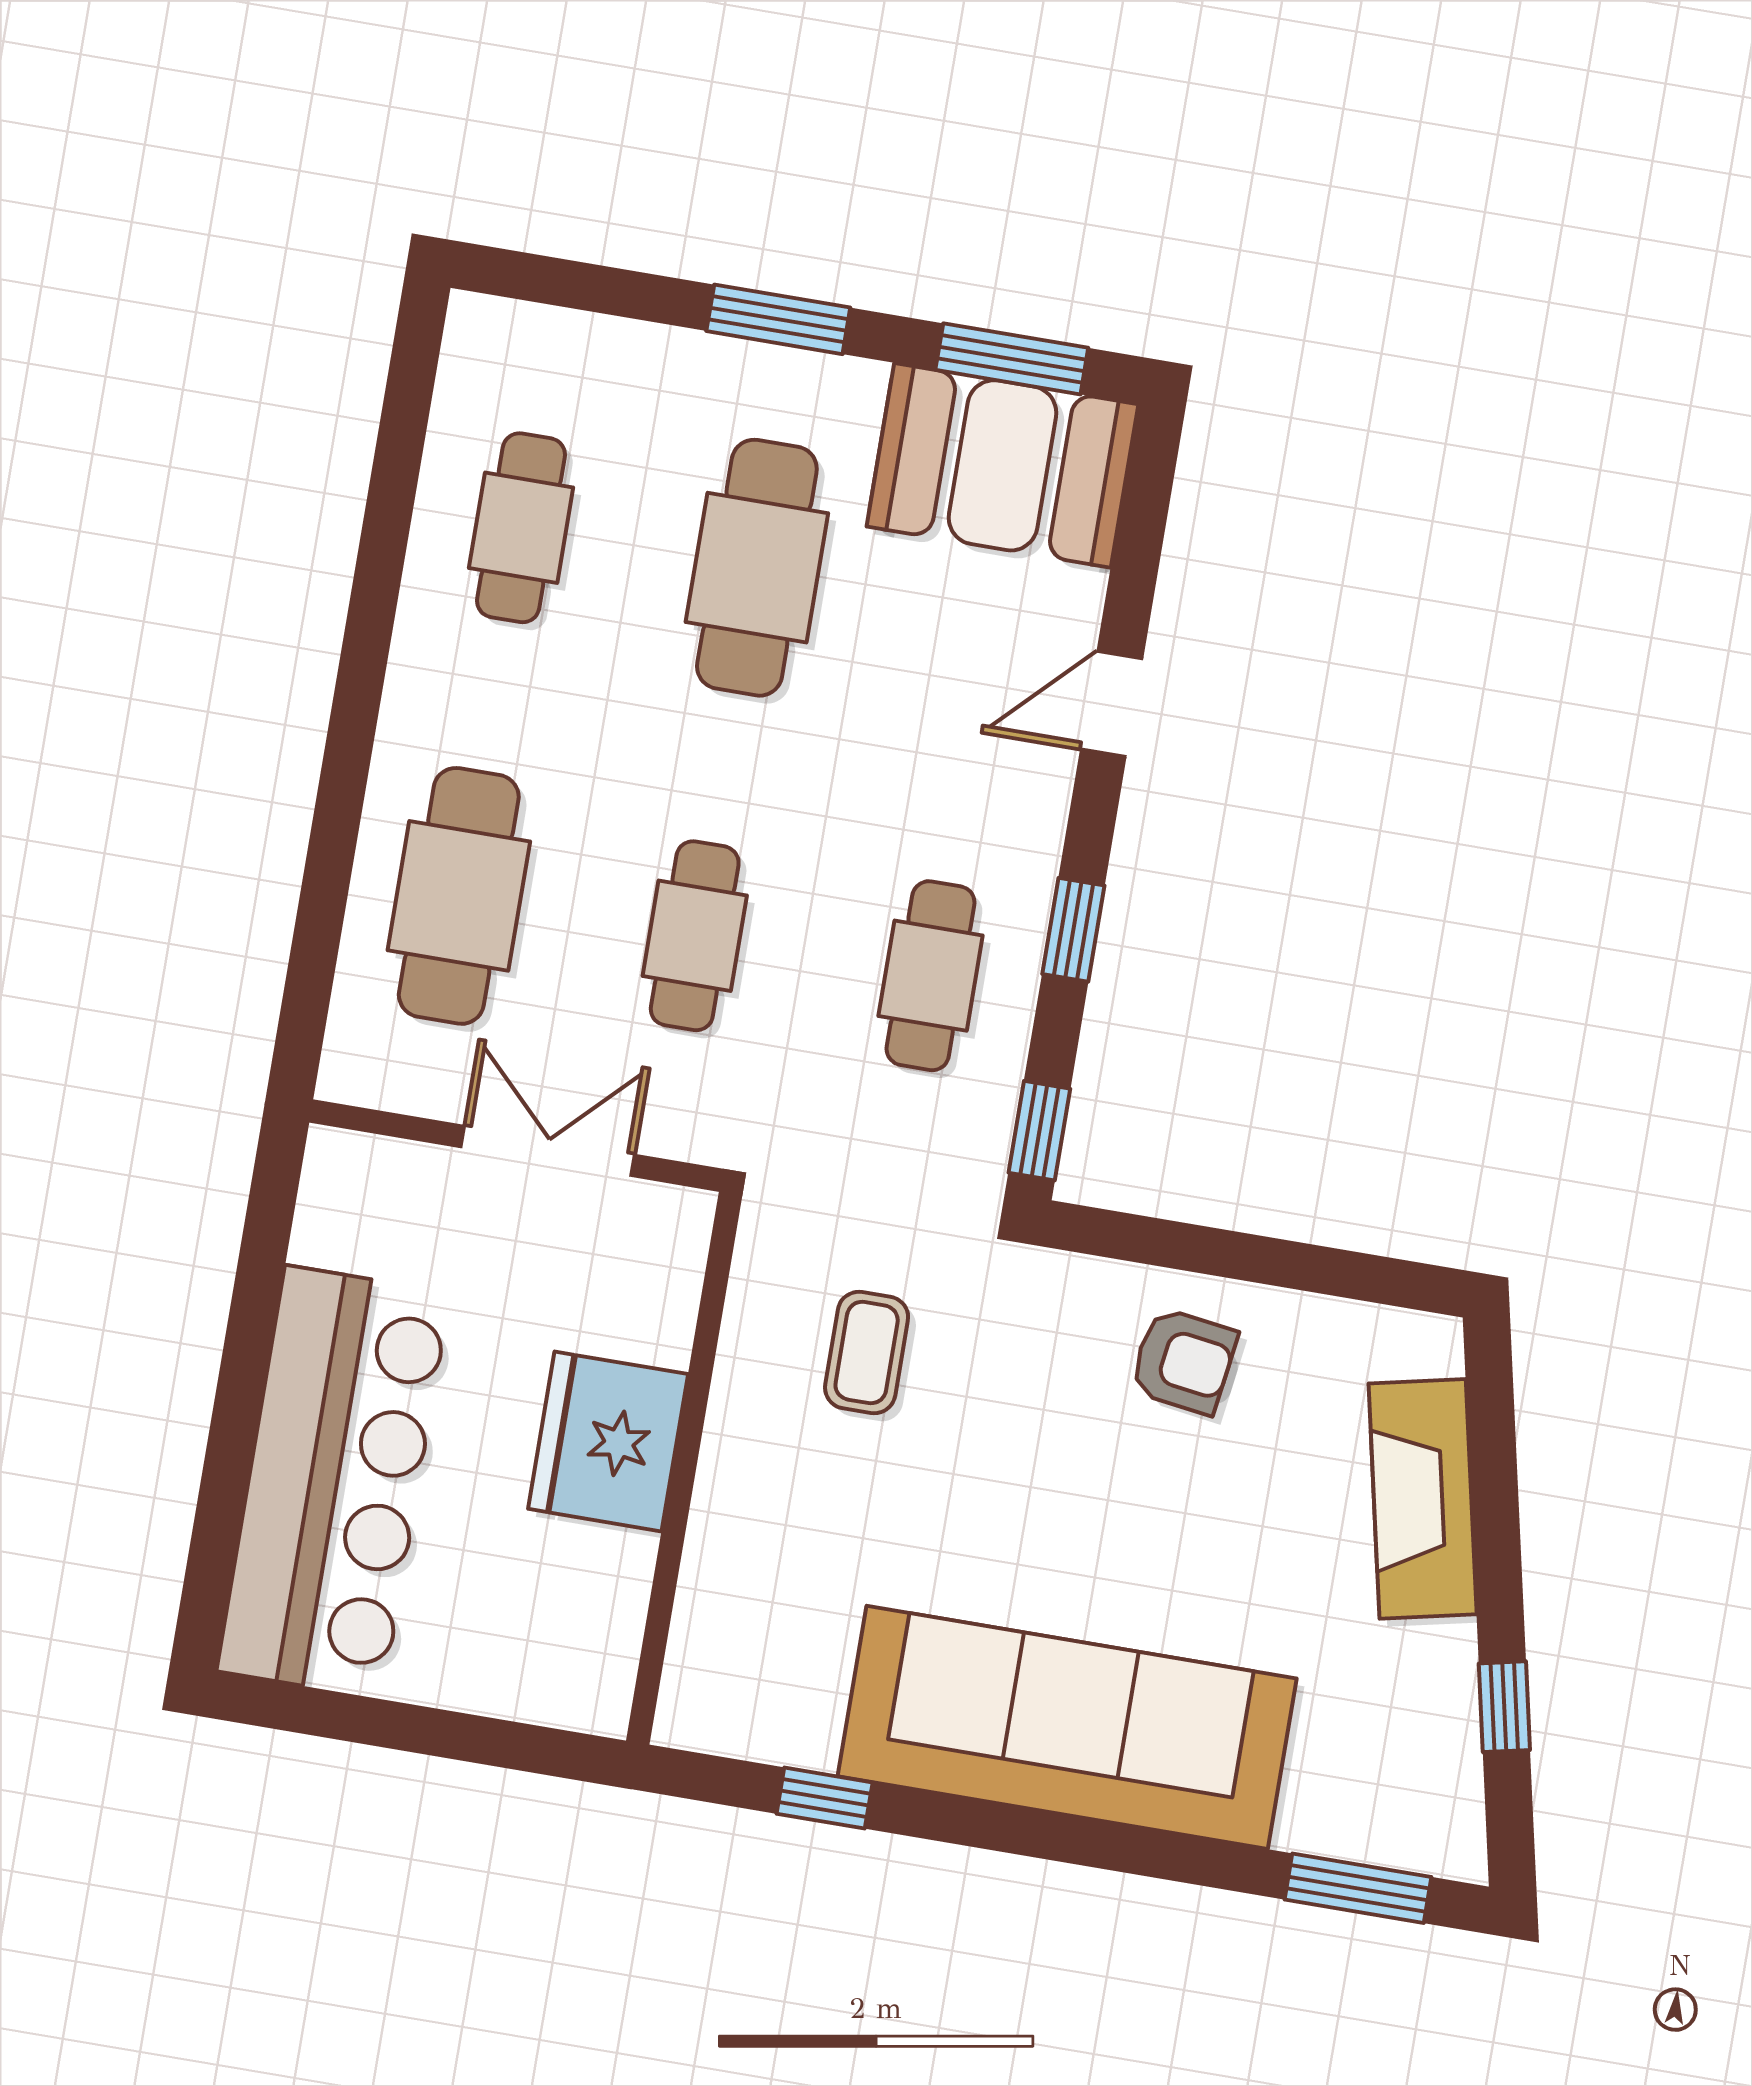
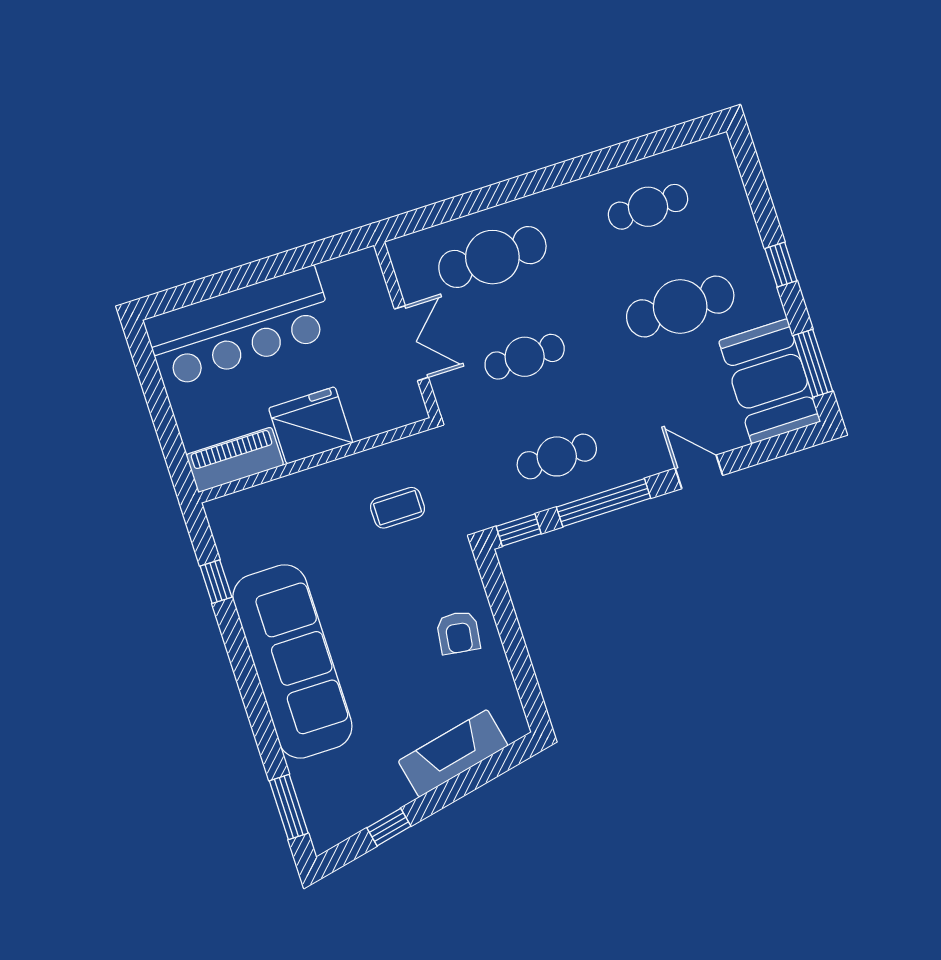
window: (778, 319) -> (781, 265), width x0.67
window: (1073, 930) -> (604, 503), width x2.17
piano: (598, 1632) -> (235, 460), added

